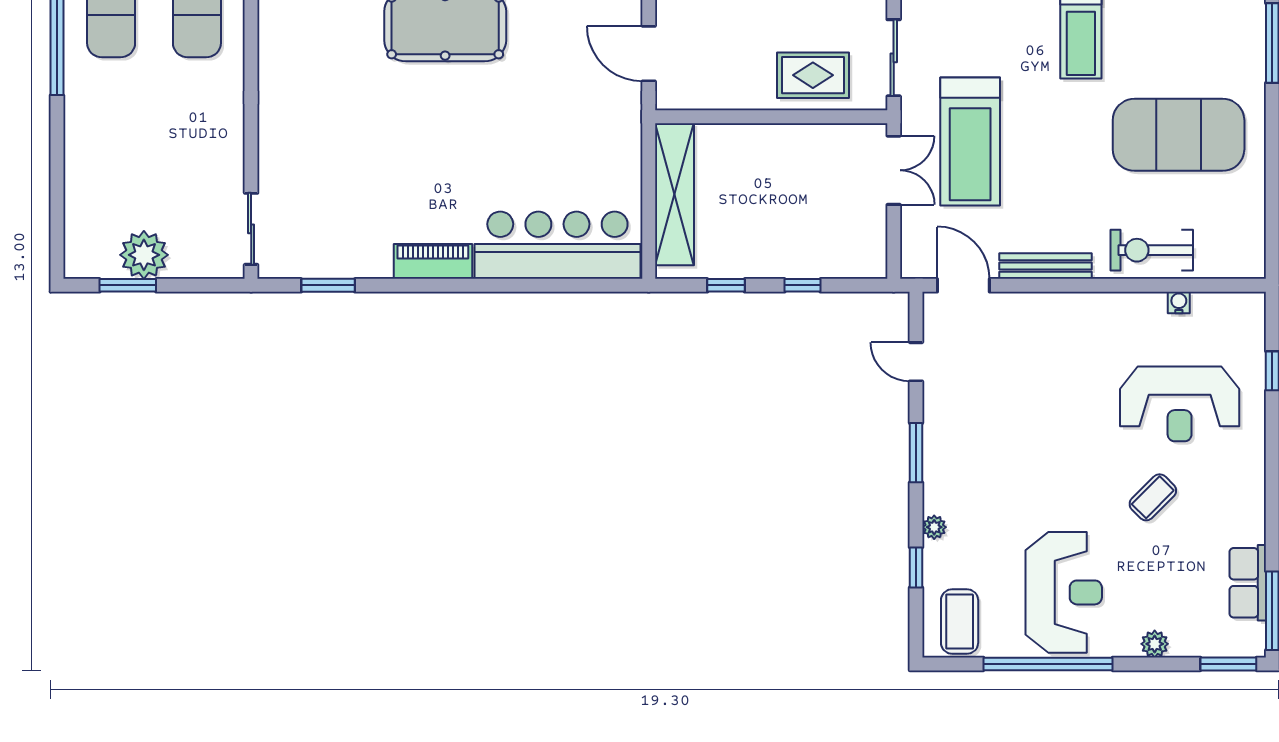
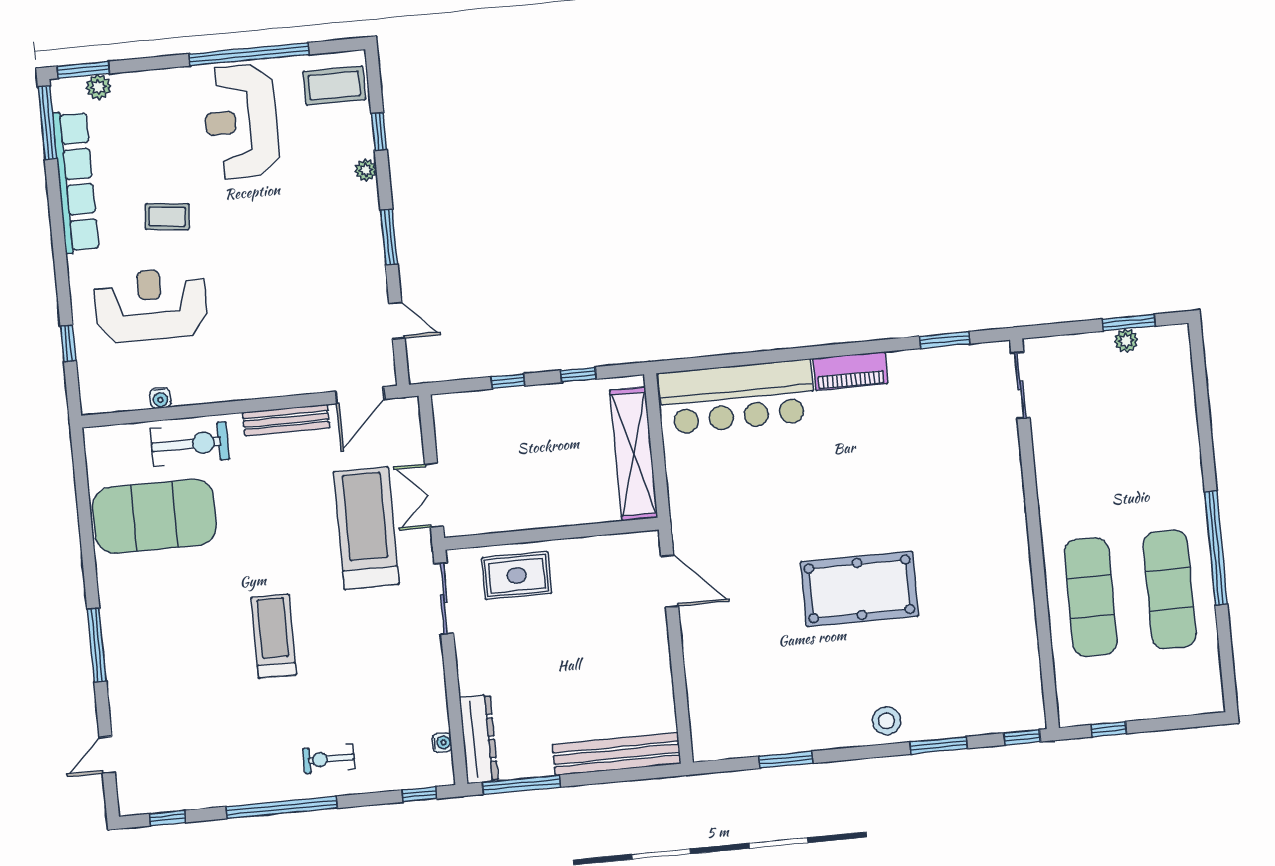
exercise mat: (1179, 135) -> (154, 516), moved
plant: (144, 255) -> (1126, 341), width x0.53, depth x0.53
door: (963, 285) -> (360, 395), hinge flipped
coffee table: (1153, 497) -> (167, 217), turned 51
row of seats: (1248, 583) -> (76, 182), width x2.02
coffee table: (960, 622) -> (334, 86), turned 90
plant: (1155, 644) -> (98, 87), moved

